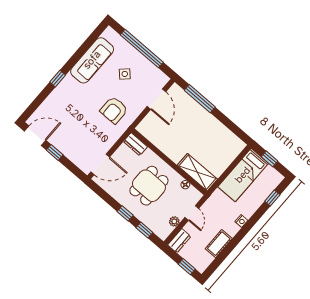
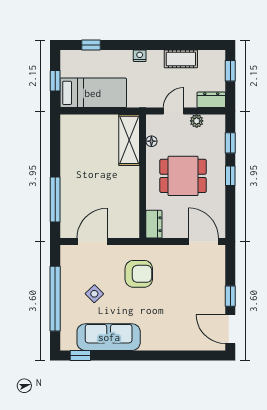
window: (58, 79) -> (80, 355), moved

